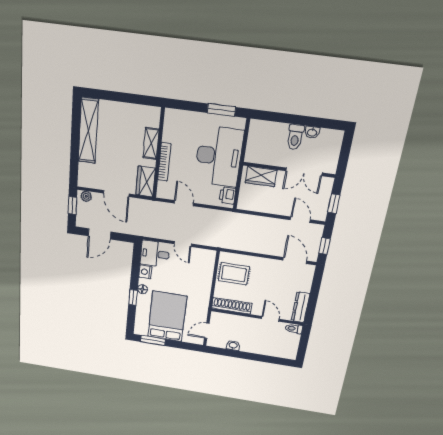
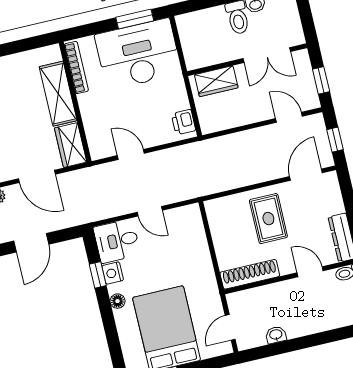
shelving: (151, 144) -> (58, 94), width x1.50, depth x1.33
desk: (219, 156) -> (138, 54), moved, turned -90
bookcase: (164, 162) -> (76, 68), moved
door: (295, 261) -> (306, 175), hinge flipped
rug: (234, 274) -> (268, 219), moved, turned 90
window: (133, 297) -> (98, 275), moved

